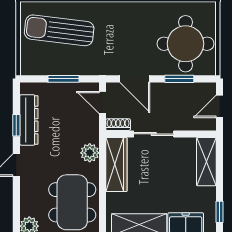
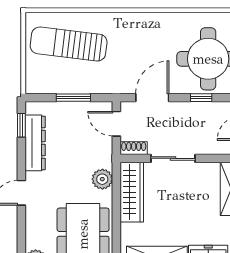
door: (135, 79) -> (152, 98), swing flipped
window: (179, 79) -> (201, 98), width x0.67
window: (16, 125) -> (21, 125), moved

